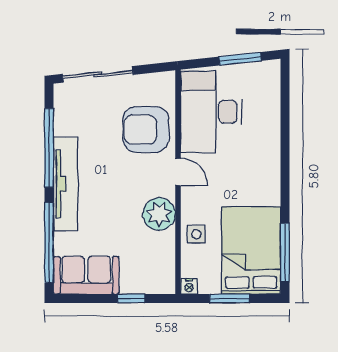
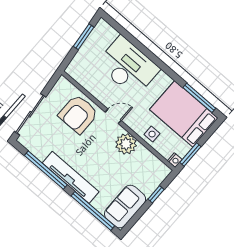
desk: (211, 112) -> (128, 66), moved, turned 180
window: (229, 299) -> (190, 155), moved

